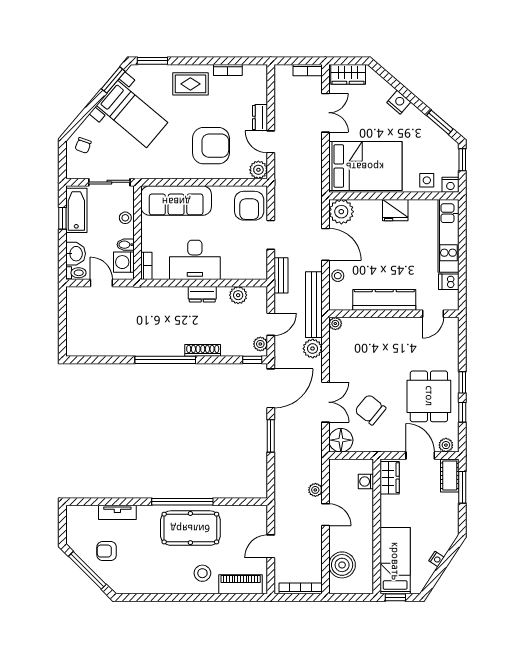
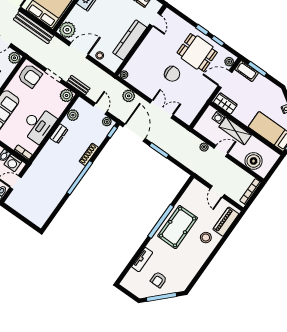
plant: (257, 270) -> (67, 95), added
bench: (314, 305) -> (34, 28), moved
chair: (370, 410) -> (172, 74), moved, turned -129
floor lamp: (341, 440) -> (187, 115), removed
shelving: (364, 515) -> (235, 131), added

